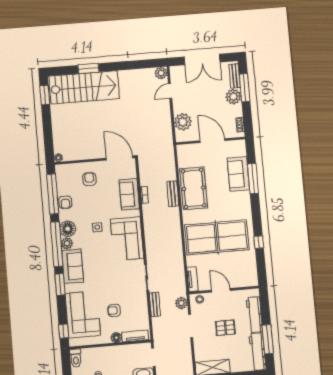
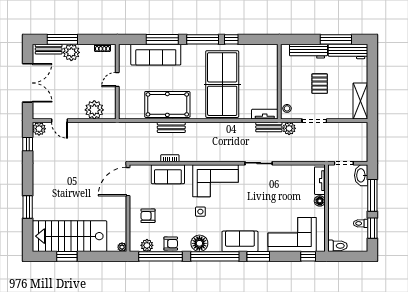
window: (146, 64) -> (28, 144), added
stairs: (84, 87) -> (70, 236), moved, turned -90
window: (45, 95) -> (67, 256), moved
door: (212, 141) -> (117, 79), width x0.53
sofa: (238, 174) -> (156, 55), width x1.36
window: (256, 216) -> (203, 39), added
plant: (67, 243) -> (147, 245), moved
door: (221, 290) -> (279, 85), removed
bench: (155, 304) -> (269, 127), moved
armchair: (114, 310) -> (291, 201), removed

